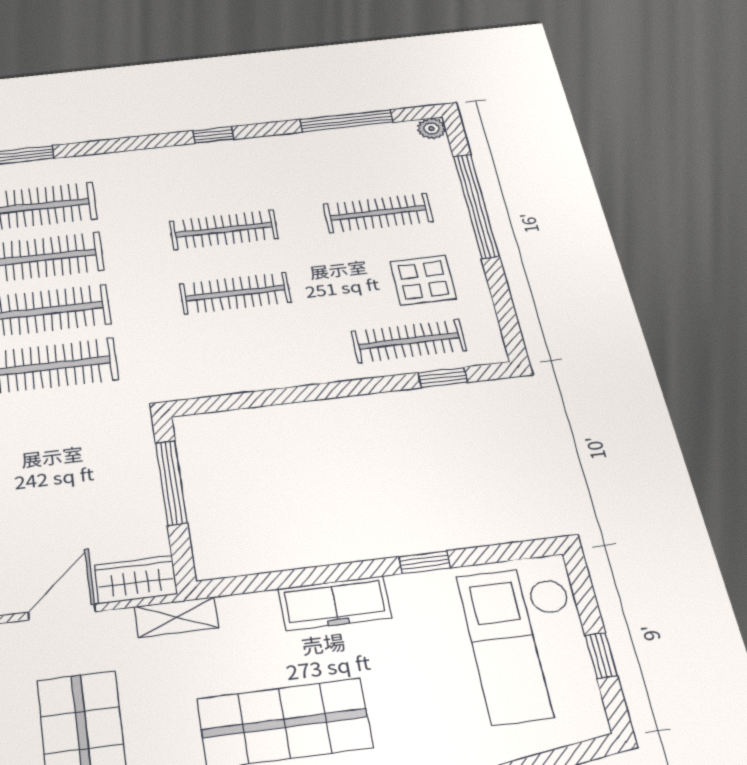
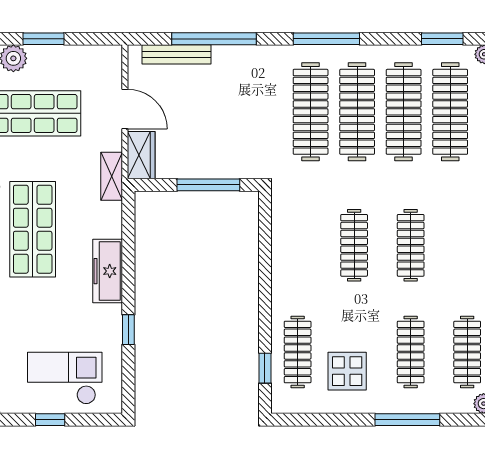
clothes rail: (364, 153) -> (467, 352), added
window: (476, 206) -> (407, 420), width x0.68
checkout: (526, 643) -> (65, 378), width x0.73, depth x0.83

